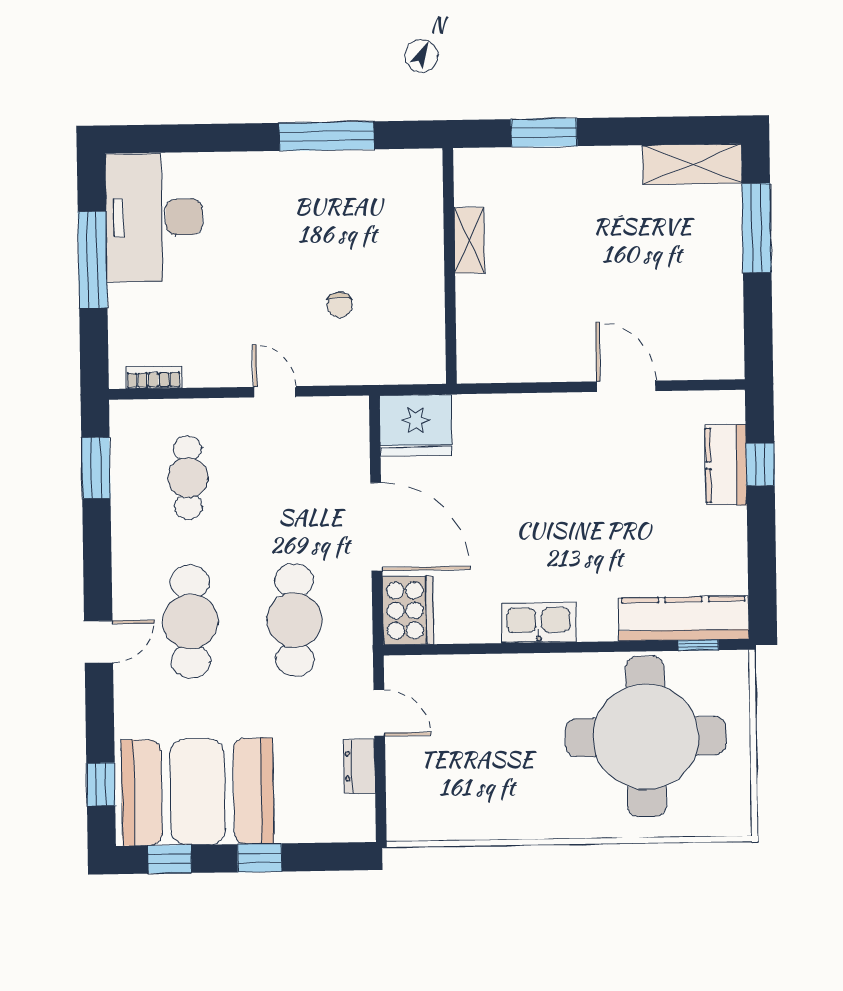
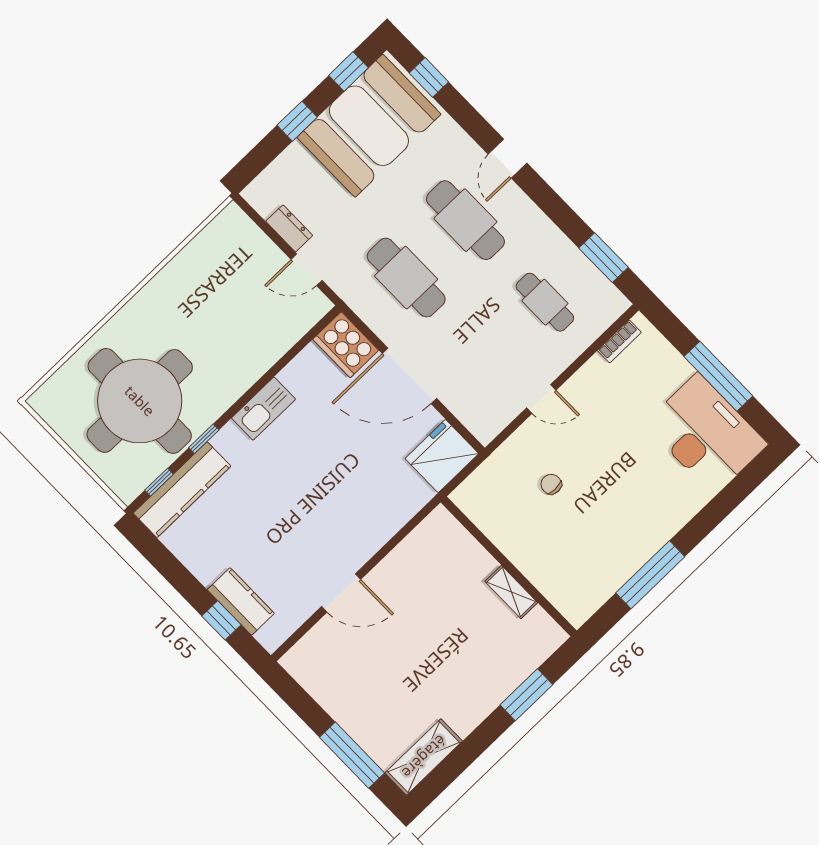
window: (620, 647) -> (204, 439), added

